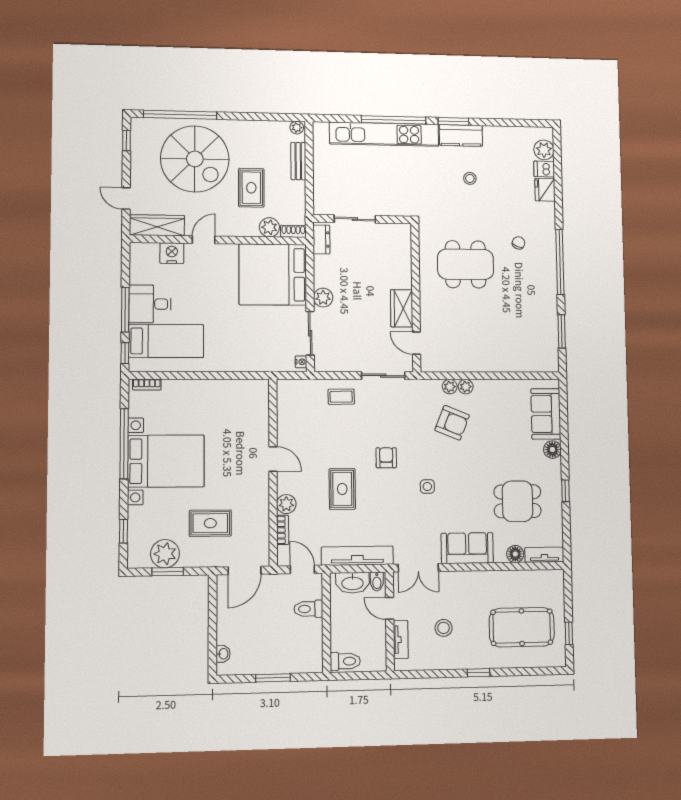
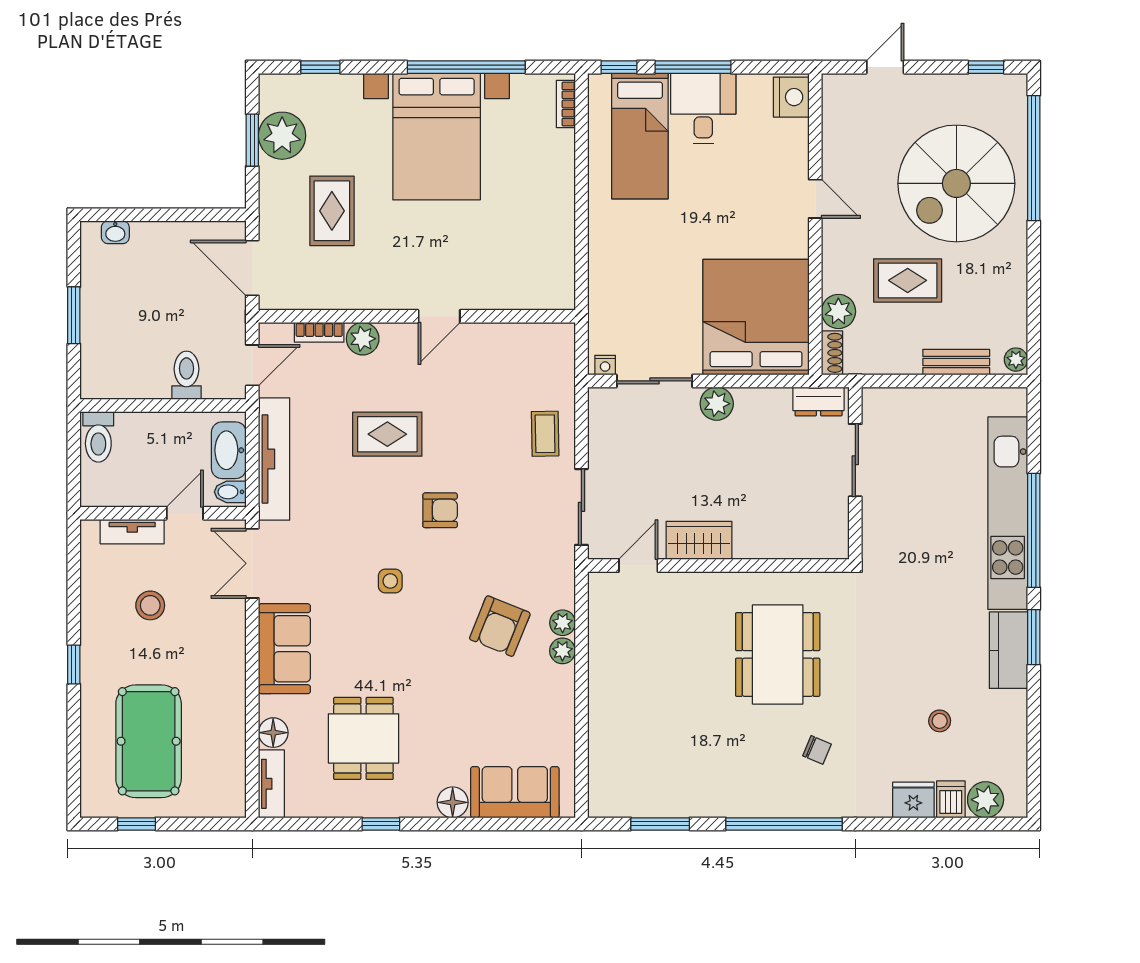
stool: (470, 178) -> (940, 721), moved
wardrobe: (157, 225) -> (839, 120), removed
nightstand: (172, 253) -> (791, 97), moved

